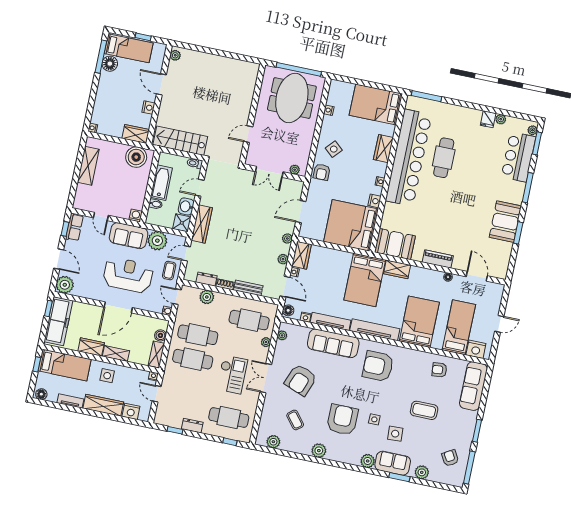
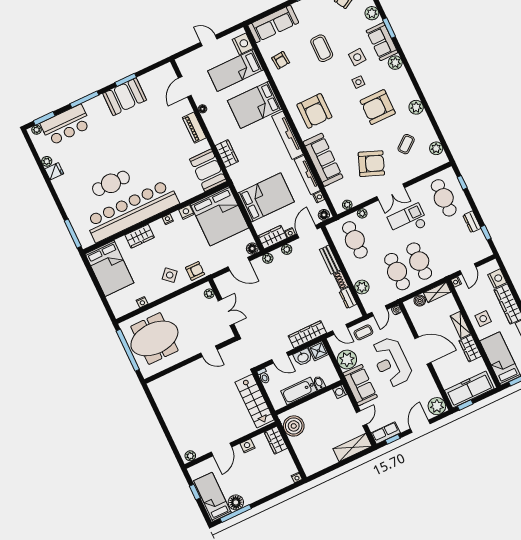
shelving: (88, 166) -> (352, 448), moved
floor lamp: (305, 232) -> (252, 249), added
bed: (365, 280) -> (266, 197), moved

